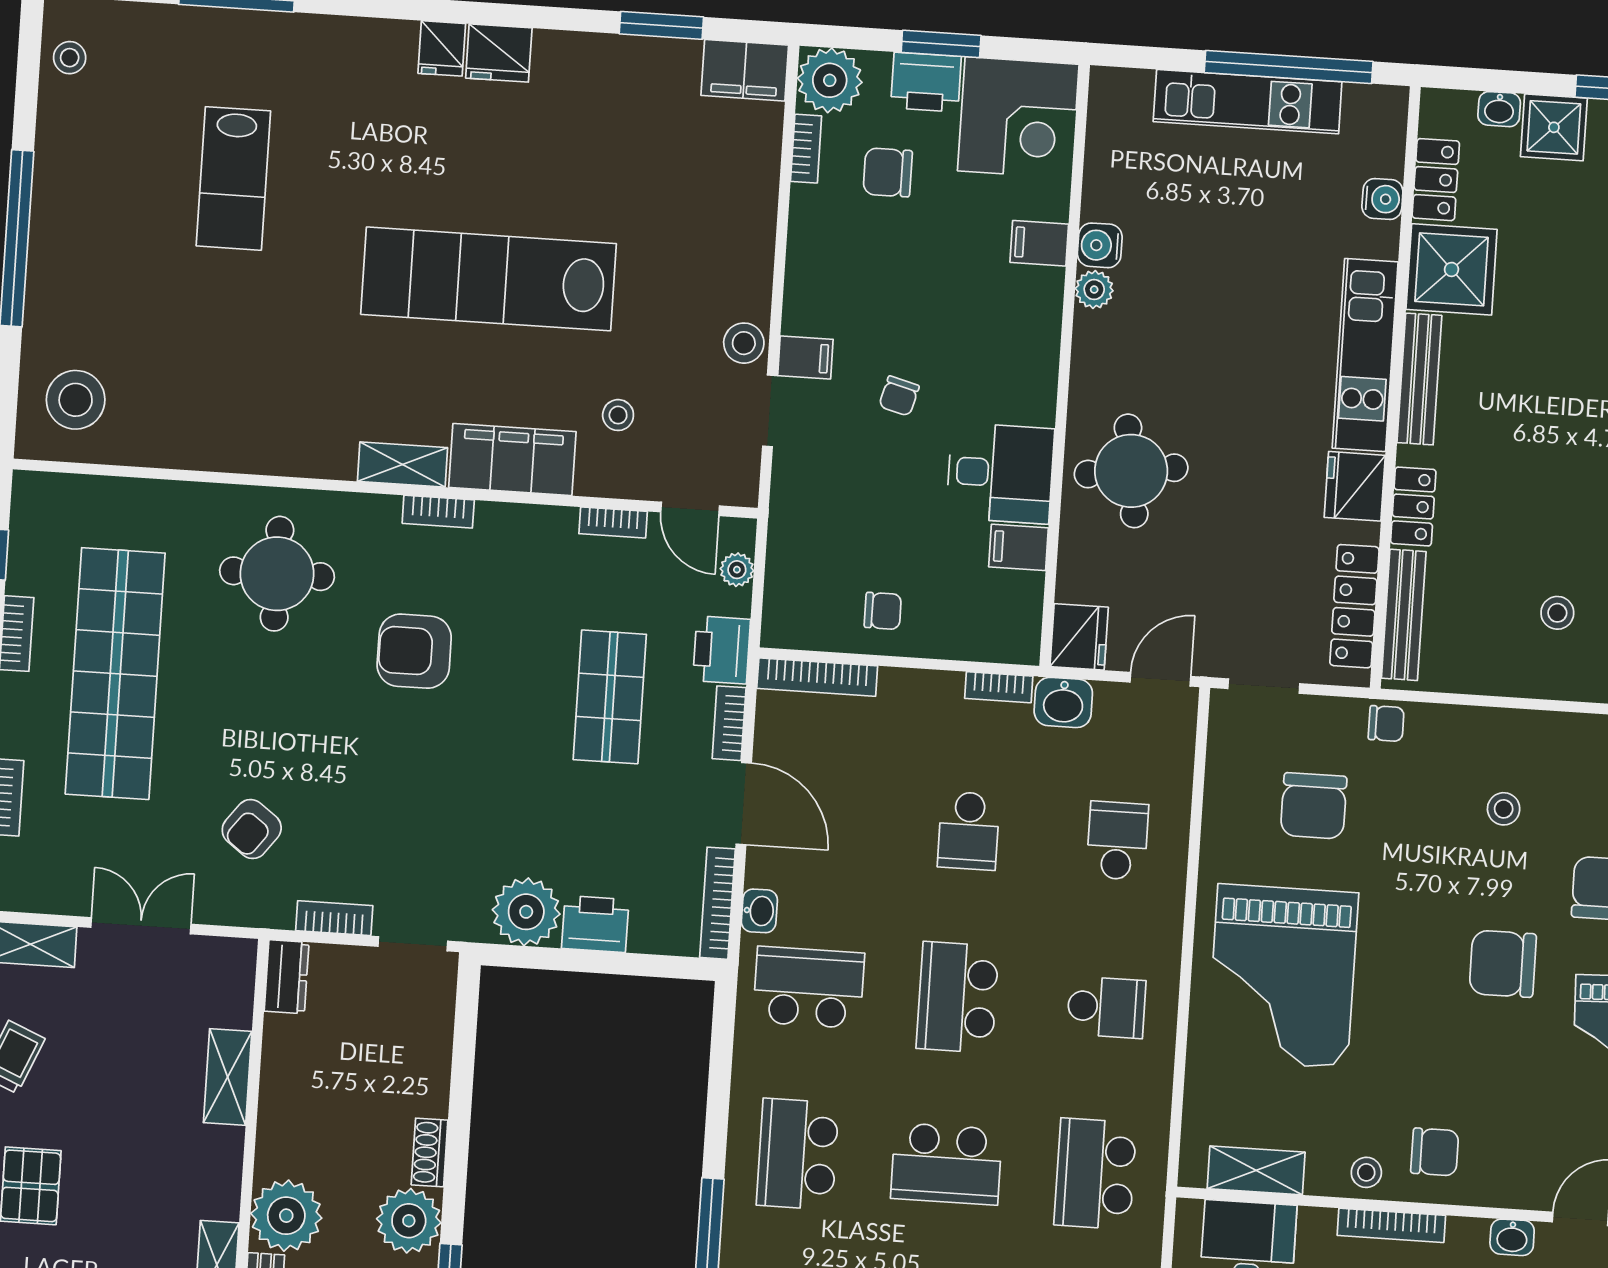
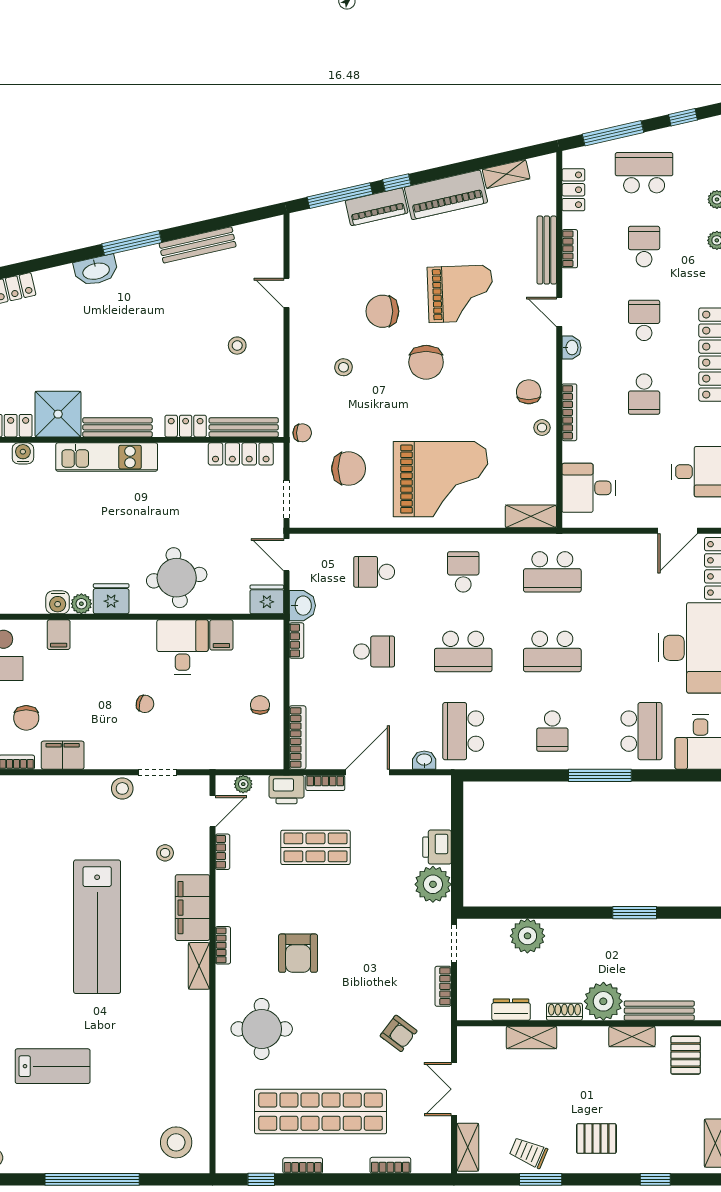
filing cabinet: (805, 357) -> (63, 755), moved, width x2.00
fridge: (1355, 486) -> (111, 599), moved, turned 180
chair: (1386, 724) -> (302, 433), turned 92
bookcase: (718, 903) -> (422, 783), removed
dresser: (287, 977) -> (511, 1010), moved
shoe rack: (430, 1153) -> (564, 1012), moved, turned 180
school desk: (798, 1154) -> (552, 731), width x0.54
school desk: (946, 1164) -> (552, 651), turned 90
shelving: (1256, 1170) -> (531, 516), moved, turned 90
plant: (409, 1221) -> (527, 936), moved

